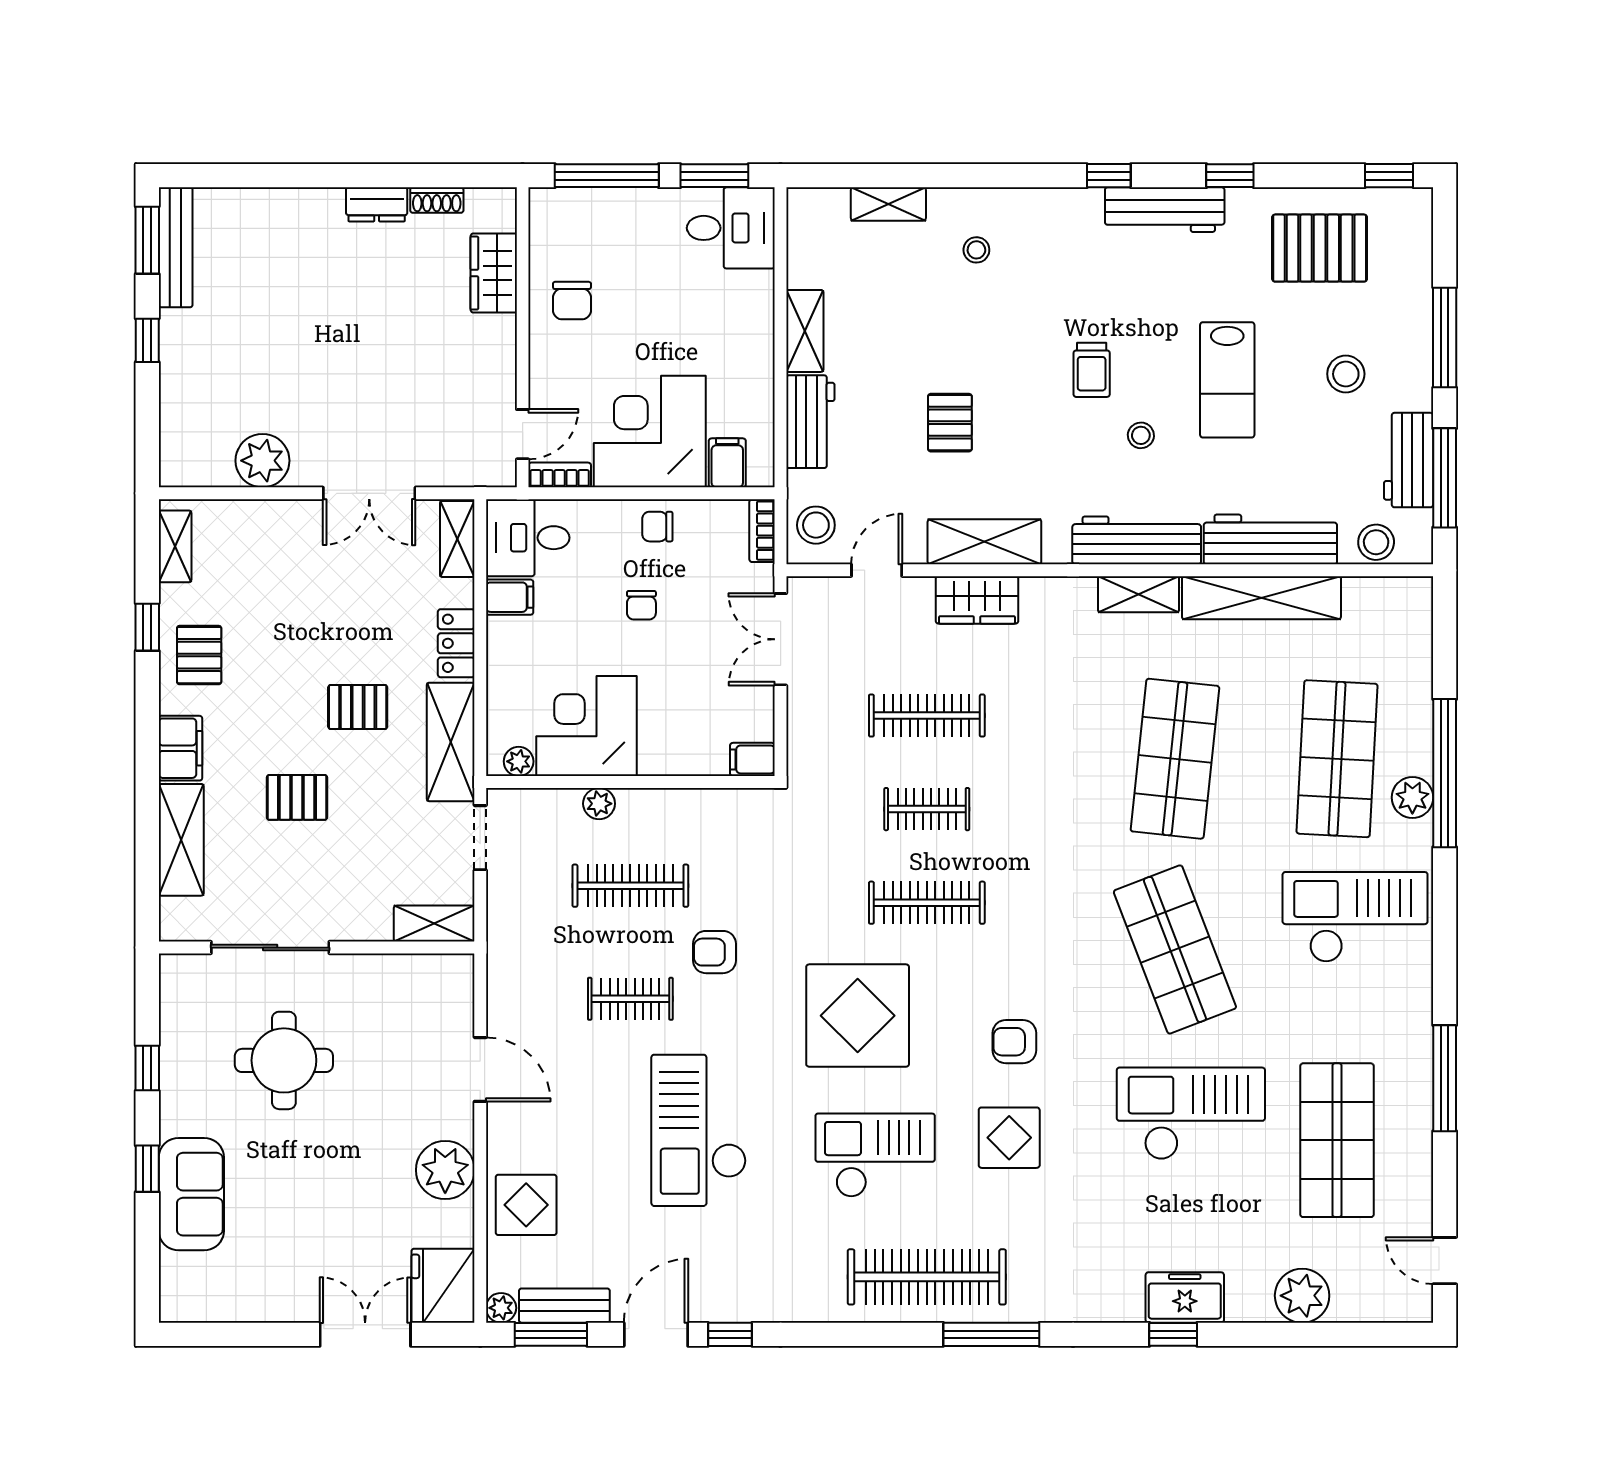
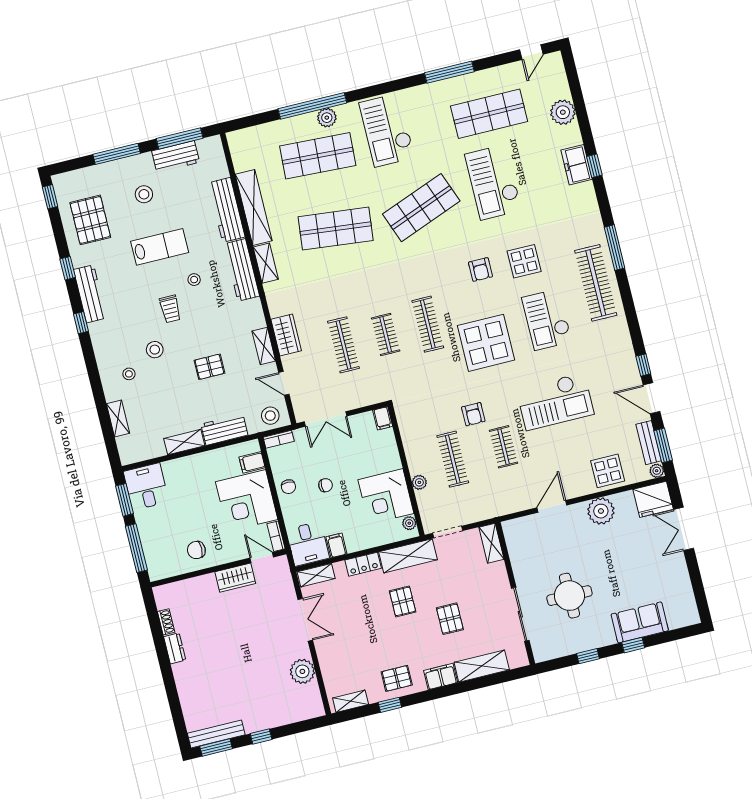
wardrobe: (494, 273) -> (235, 578), moved
chair: (572, 301) -> (196, 550), turned 180
trolley: (1092, 370) -> (170, 309), turned 90
shelving: (984, 542) -> (264, 346), width x0.67, depth x0.75
stool: (1376, 542) -> (155, 350), moved

